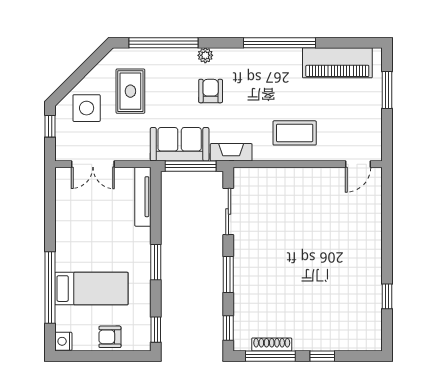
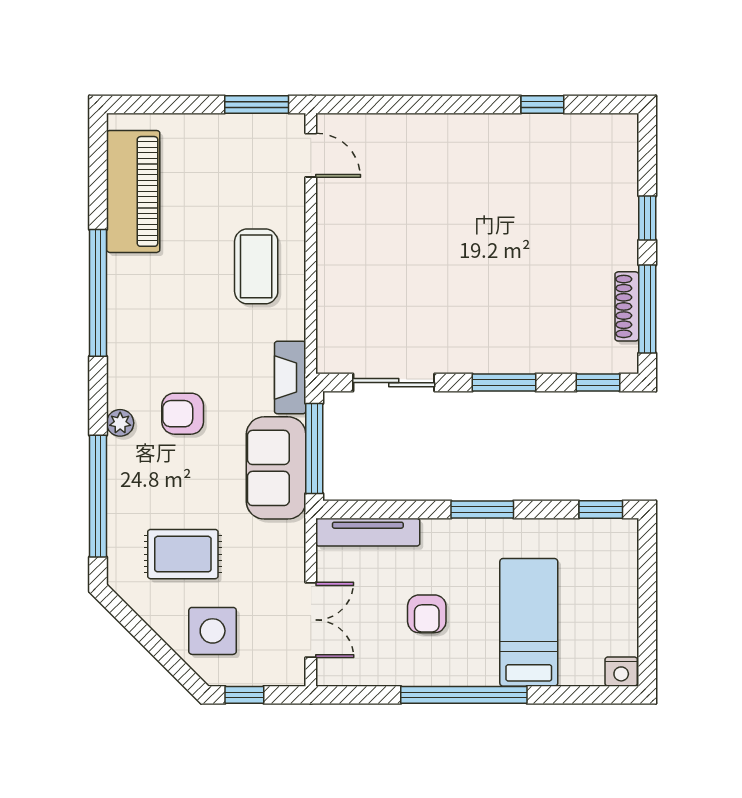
window: (387, 90) -> (257, 105), moved
window: (50, 288) -> (464, 695), moved
armchair: (110, 337) -> (427, 614), moved

